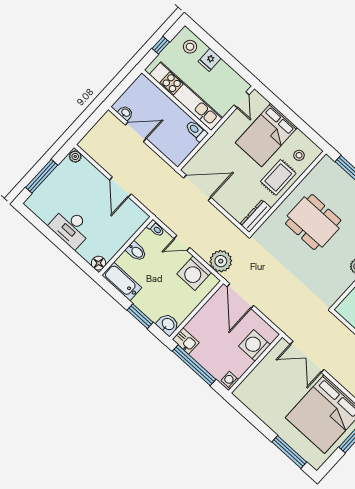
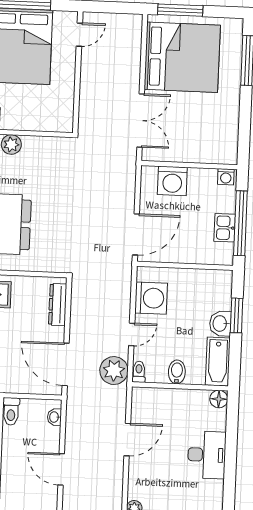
washbasin: (125, 113) -> (54, 417), moved
dresser: (256, 216) -> (58, 304), moved, turned 90
door: (182, 243) -> (132, 334), hinge flipped
plant: (221, 261) -> (114, 371), moved
washbasin: (168, 324) -> (220, 323), moved
kitchen sink: (186, 341) -> (225, 228), moved

